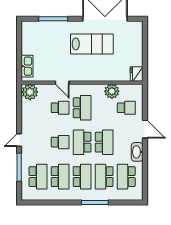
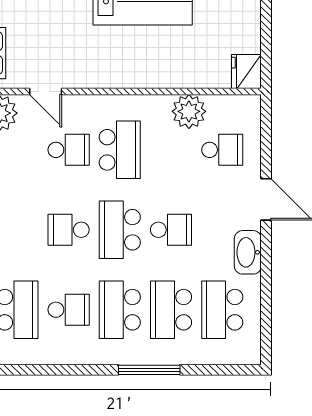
door: (62, 83) -> (46, 92), moved
school desk: (60, 142) -> (69, 230), turned 180
school desk: (104, 142) -> (171, 230), width x0.54
school desk: (60, 177) -> (69, 310), width x0.54
school desk: (82, 177) -> (120, 310), turned 180

